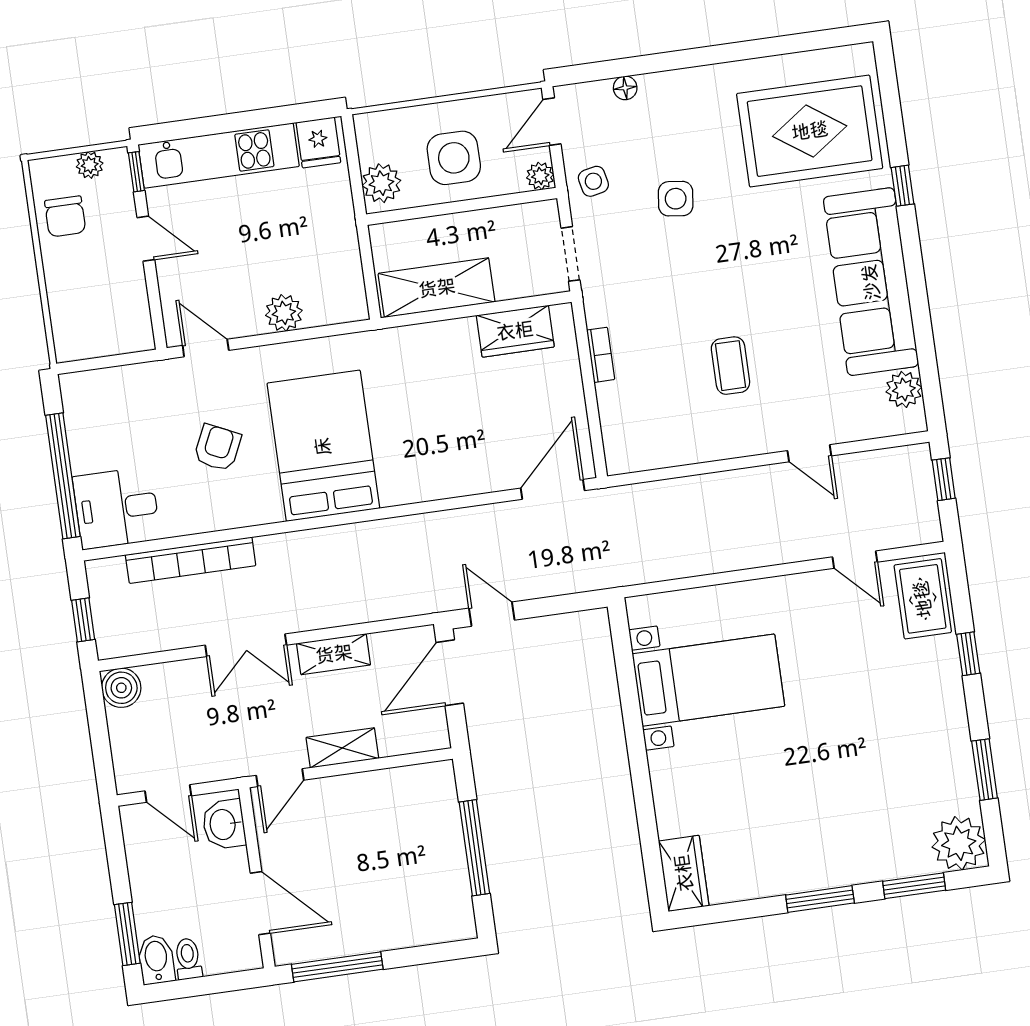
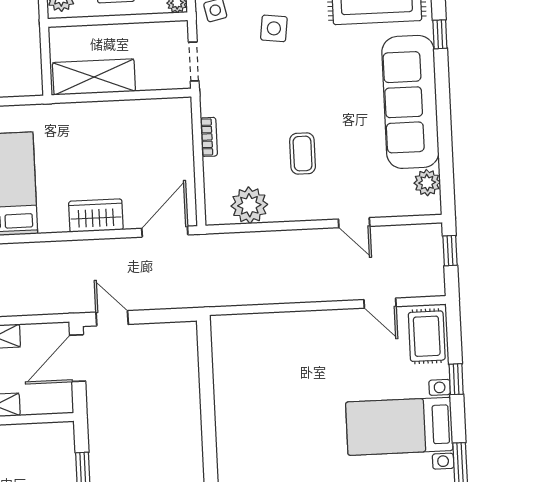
wardrobe: (515, 331) -> (96, 216), moved, turned 180
plant: (664, 443) -> (249, 205), added
bed with nightstands: (708, 680) -> (399, 426), moved, turned 180

